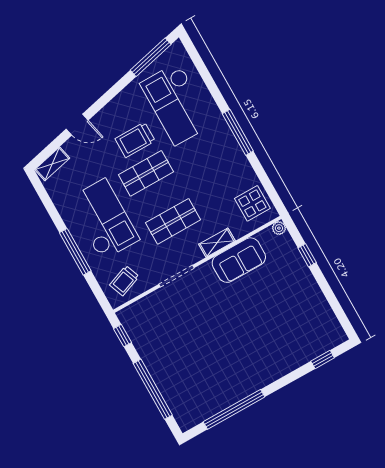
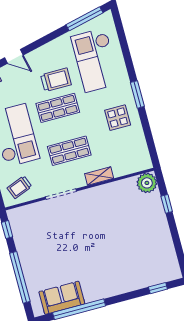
window: (238, 132) -> (137, 94), width x0.69
trolley: (135, 140) -> (56, 80), turned 180
display table: (252, 203) -> (118, 118), moved
plant: (279, 228) -> (147, 183), width x1.88, depth x1.88
sofa: (239, 260) -> (62, 298), moved, turned 180

